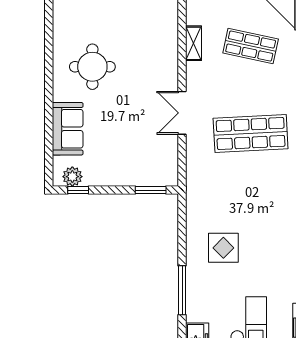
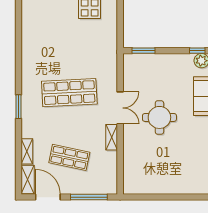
shelving: (194, 43) -> (112, 137), moved
round table: (92, 67) -> (159, 117), moved

